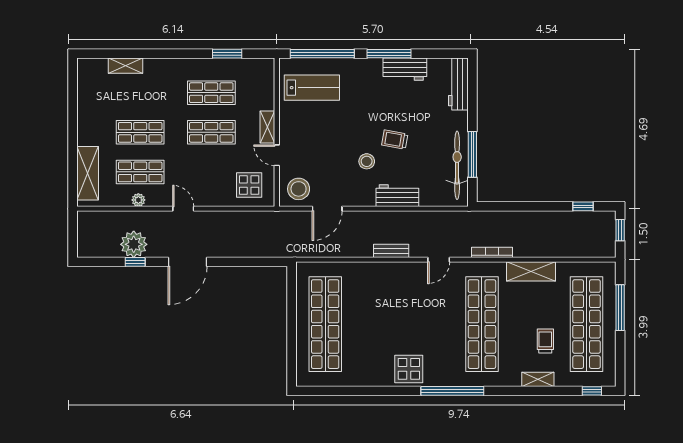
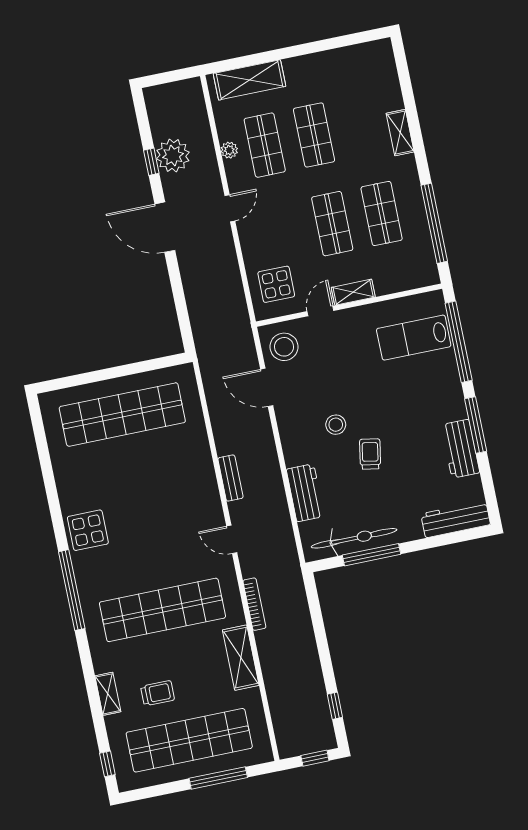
window: (227, 54) -> (434, 223), width x2.11
shelving: (126, 66) -> (400, 133), moved
lab bench: (312, 88) -> (414, 338), turned 90
workbench: (397, 196) -> (305, 493), moved

